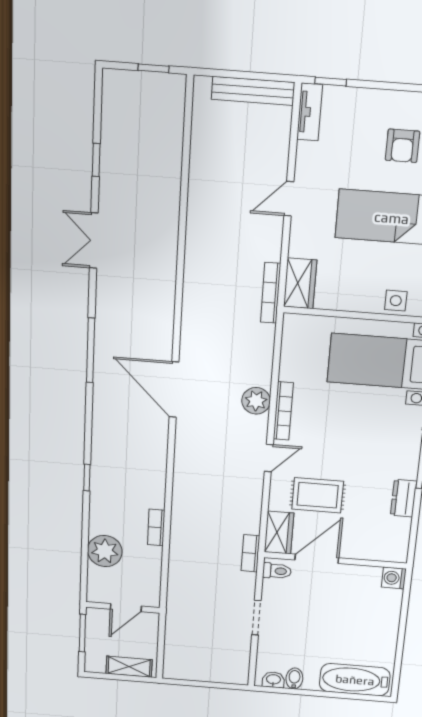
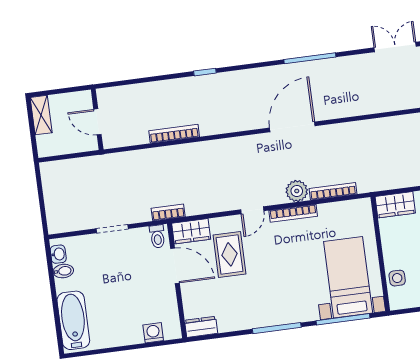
bookcase: (271, 293) -> (333, 191), moved
door: (269, 458) -> (252, 210), hinge flipped
dresser: (403, 498) -> (201, 327), moved
bookcase: (156, 527) -> (174, 134), width x1.56
plant: (105, 551) -> (144, 96), removed
washing machine: (394, 578) -> (153, 333), moved
window: (82, 633) -> (66, 90), removed
shelving: (129, 667) -> (41, 115), moved

